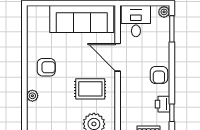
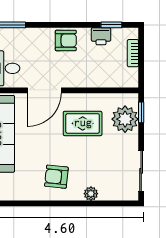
armchair: (46, 67) -> (56, 177), turned -84
rug: (90, 89) -> (83, 123), turned 90

